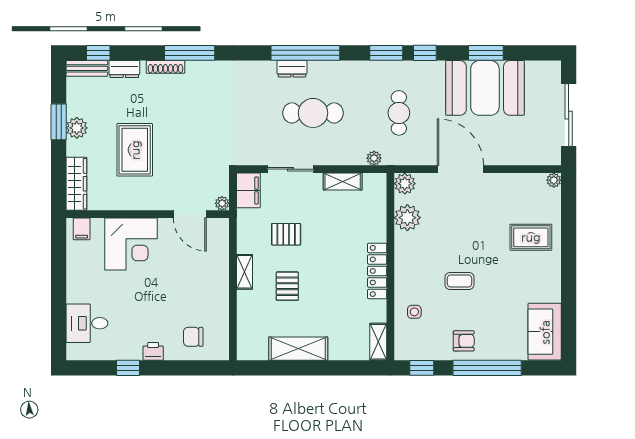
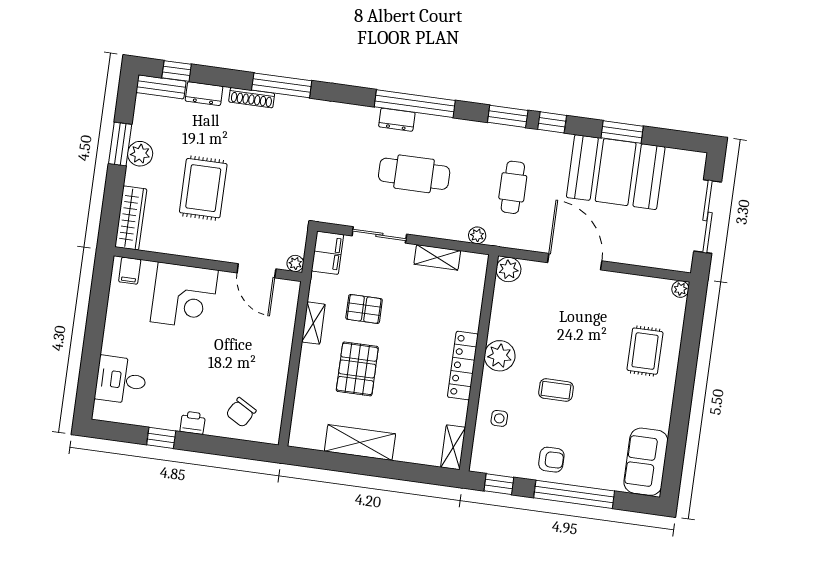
plant: (407, 218) -> (500, 356), moved
rug: (531, 237) -> (645, 351), turned 90
shelving: (245, 272) -> (313, 323), moved
pallet: (287, 286) -> (357, 369), width x1.50, depth x1.42
chair: (193, 337) -> (241, 412), turned -60

